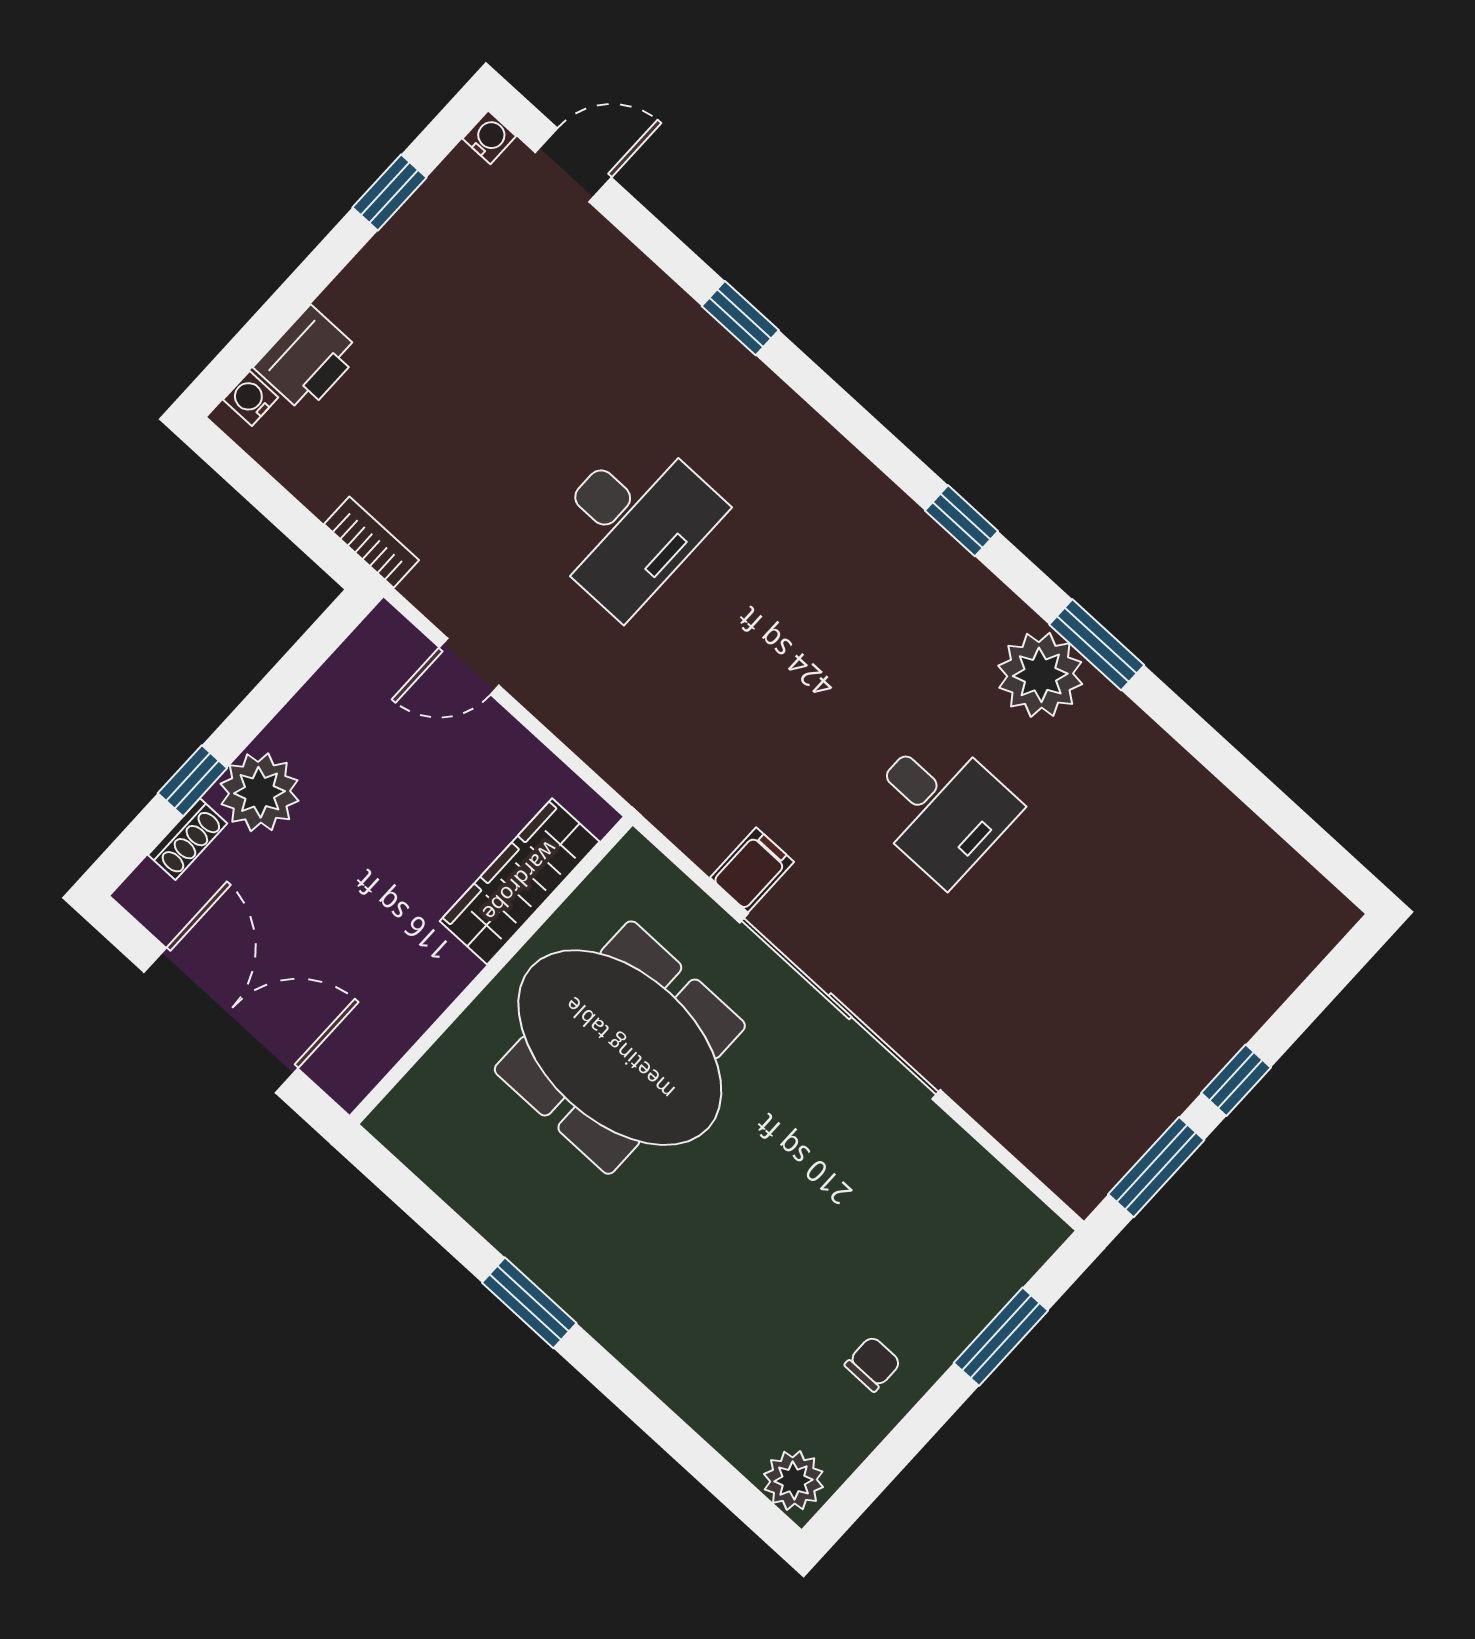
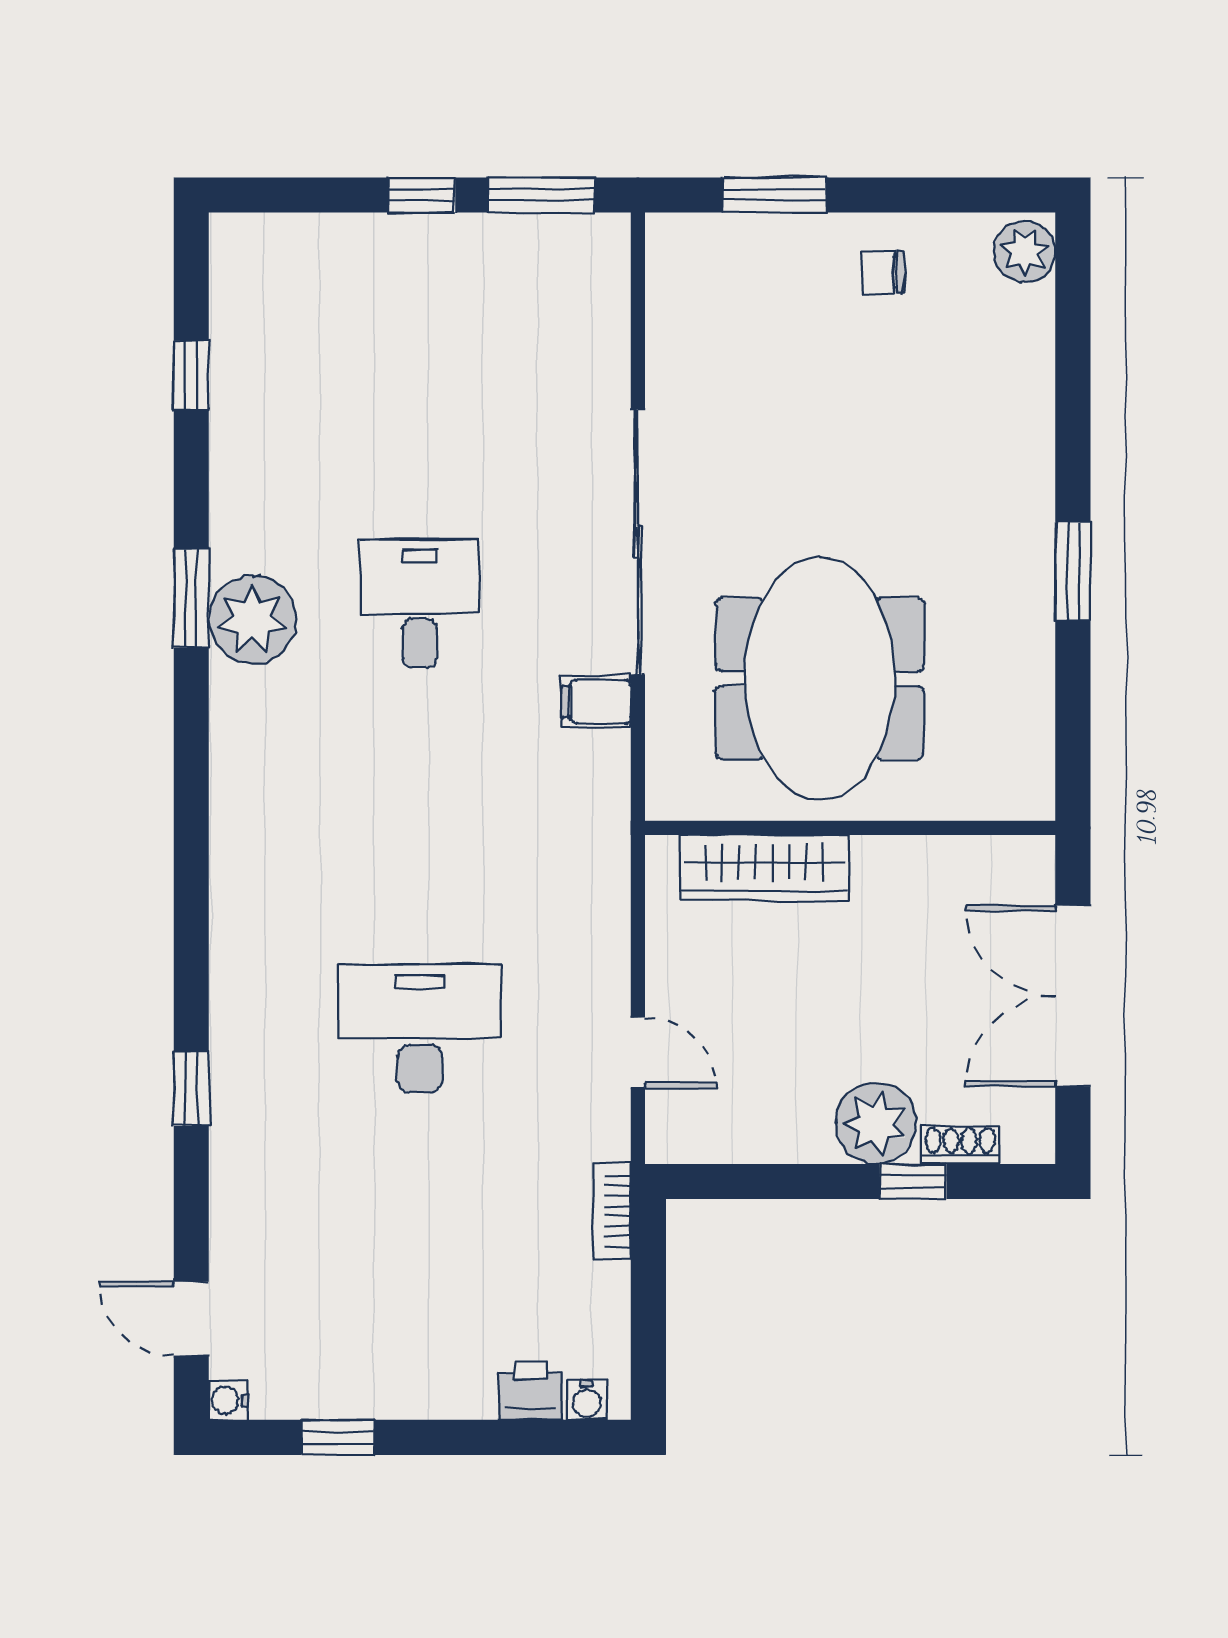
printer: (308, 360) -> (531, 1391), width x0.73, depth x0.81
window: (961, 521) -> (191, 375), moved

